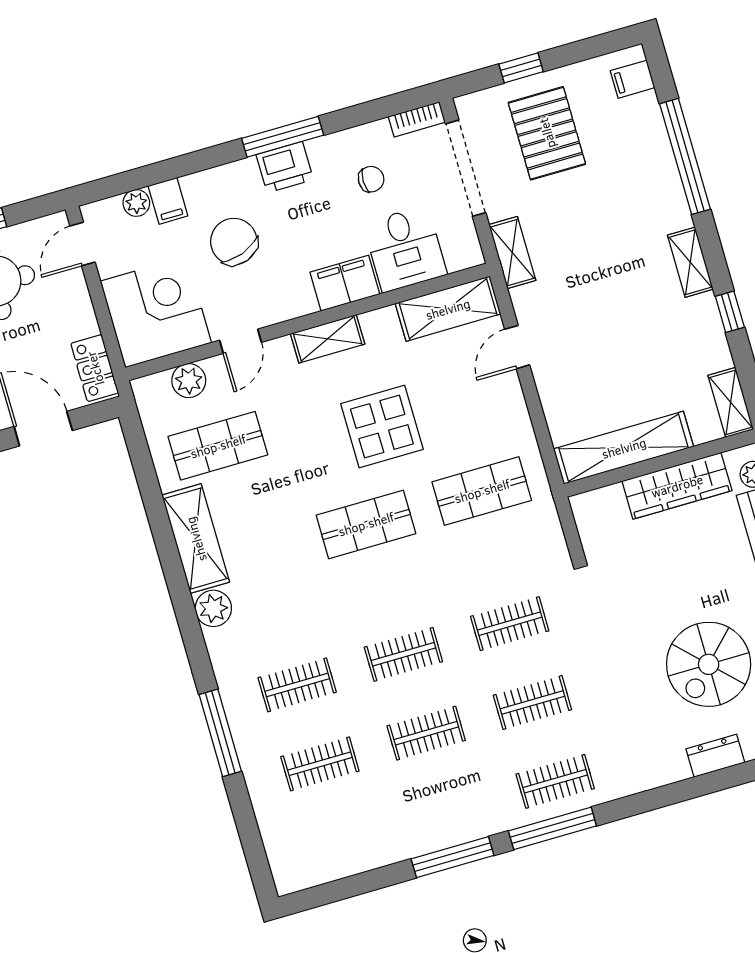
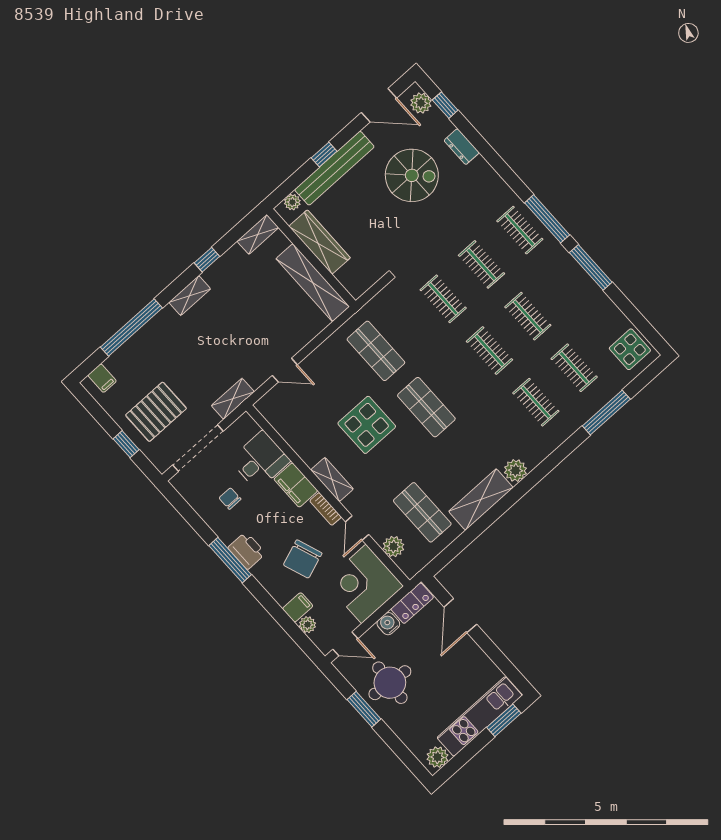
bookcase: (417, 119) -> (326, 509), moved, turned 180
shelving: (448, 309) -> (282, 420), removed
water cooler: (82, 320) -> (388, 624), added
door: (240, 341) -> (357, 528), swing flipped
window: (220, 733) -> (606, 412), moved
display table: (308, 857) -> (630, 349), added

